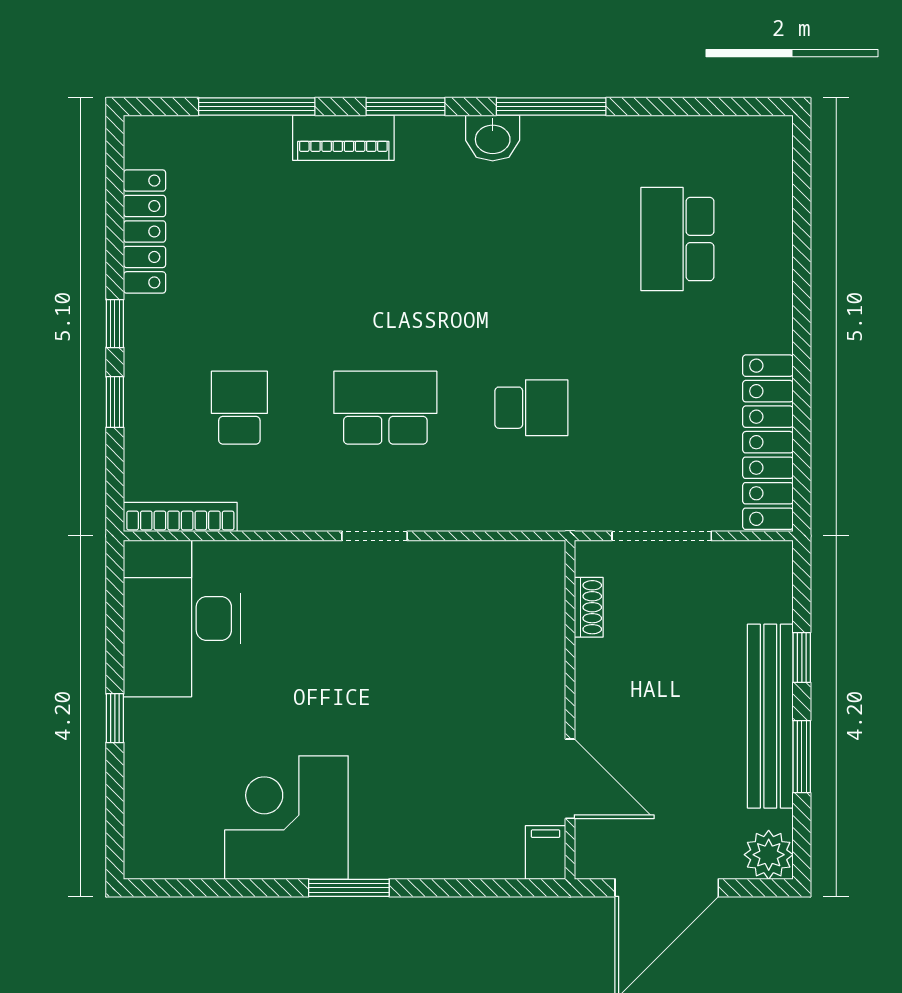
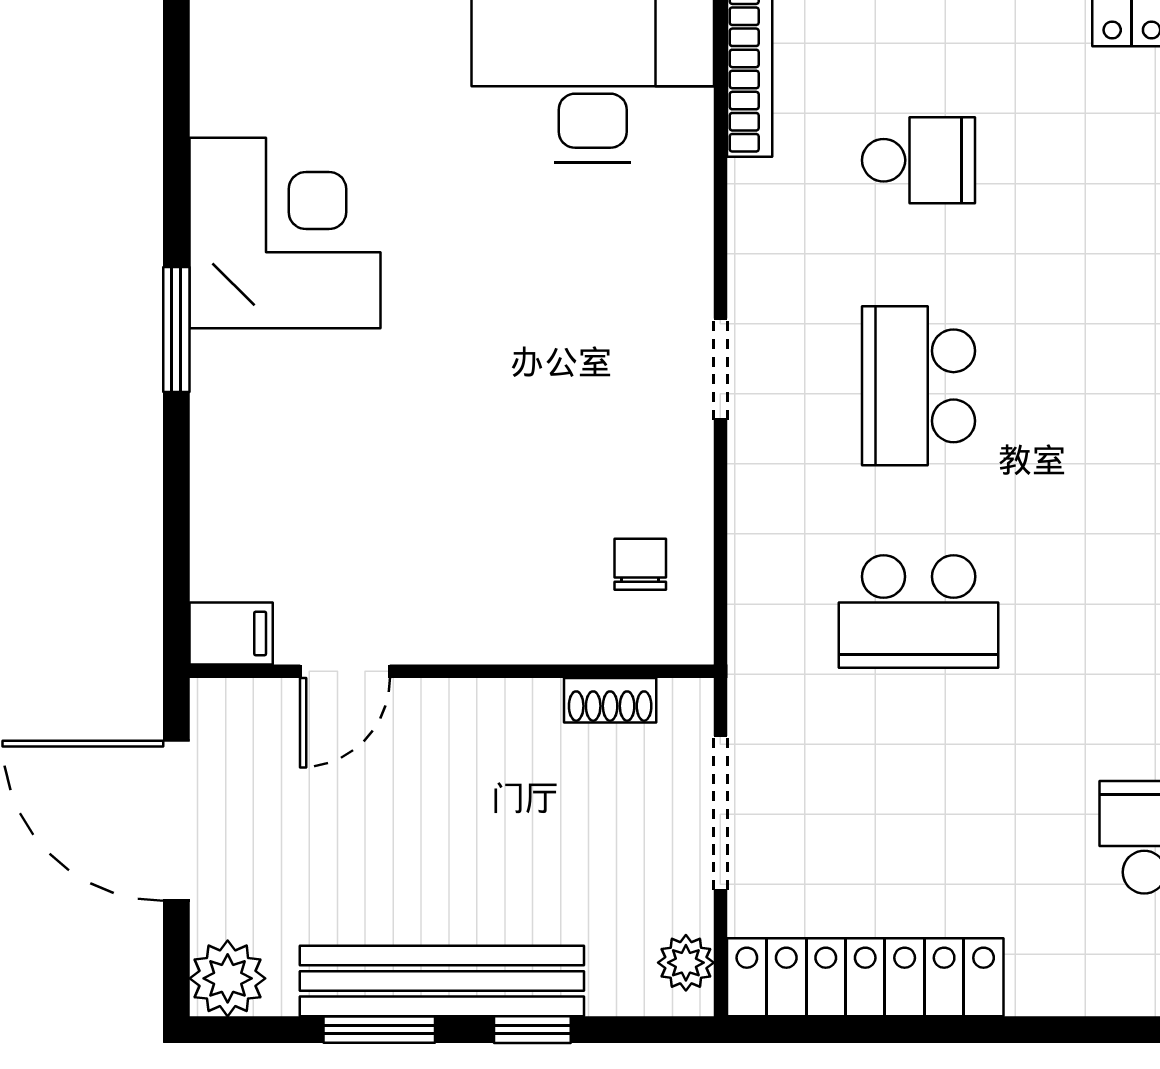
school desk: (385, 408) -> (919, 386), turned 180
school desk: (531, 408) -> (919, 612), width x1.85
plant: (759, 558) -> (686, 963), added
chair: (501, 588) -> (640, 564), added
door: (570, 779) -> (345, 671), width x0.73

